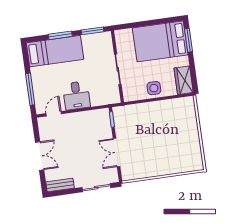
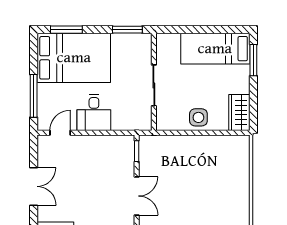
window: (60, 35) -> (66, 30), moved
bed: (160, 41) -> (215, 49), width x0.67
bed: (55, 51) -> (74, 58), width x1.50
double door: (116, 152) -> (137, 196), swing flipped

